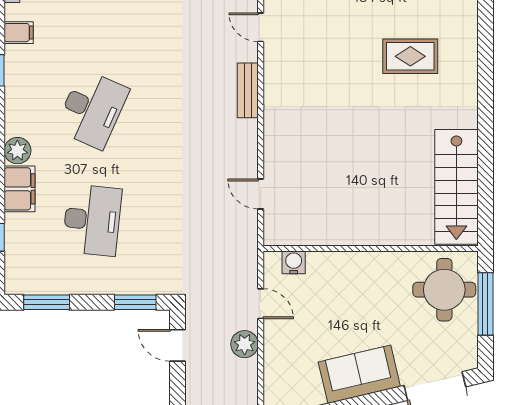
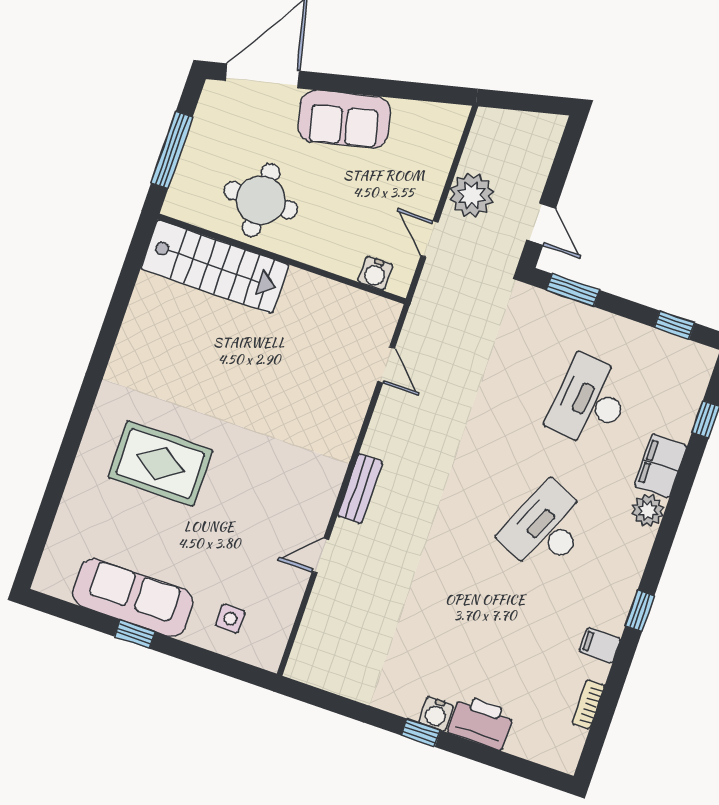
door: (261, 27) -> (320, 556), swing flipped
rug: (410, 56) -> (160, 464), width x1.36, depth x1.43
stairs: (456, 187) -> (215, 267), moved, turned 90
round table: (444, 290) -> (261, 200), moved
window: (47, 302) -> (674, 325), width x0.67
plant: (245, 344) -> (472, 195), width x1.36, depth x1.36

